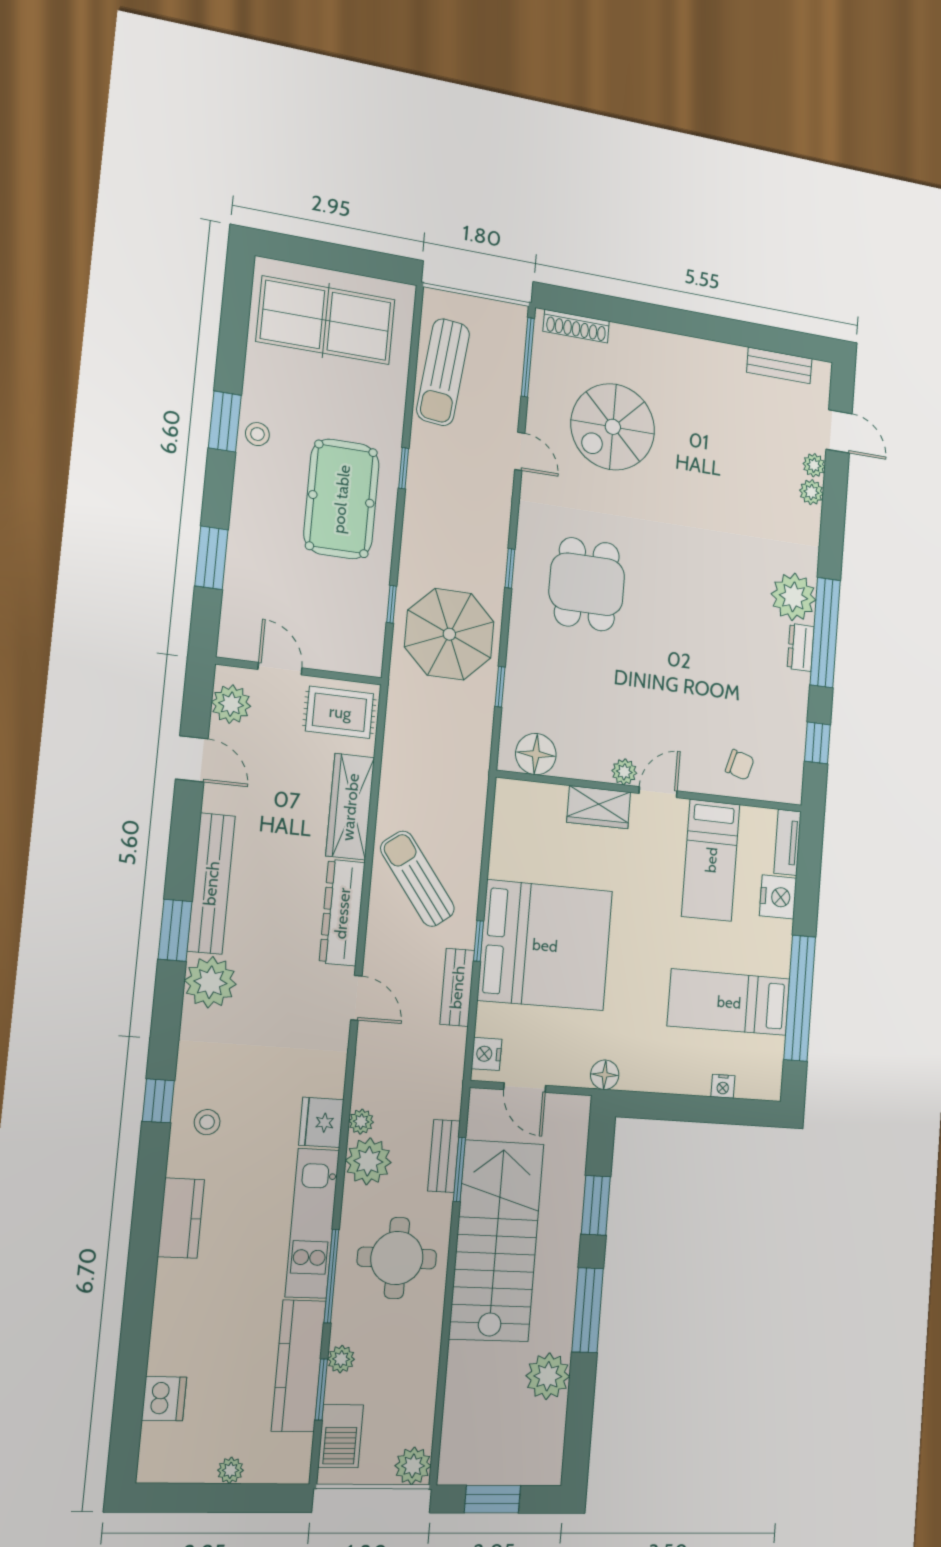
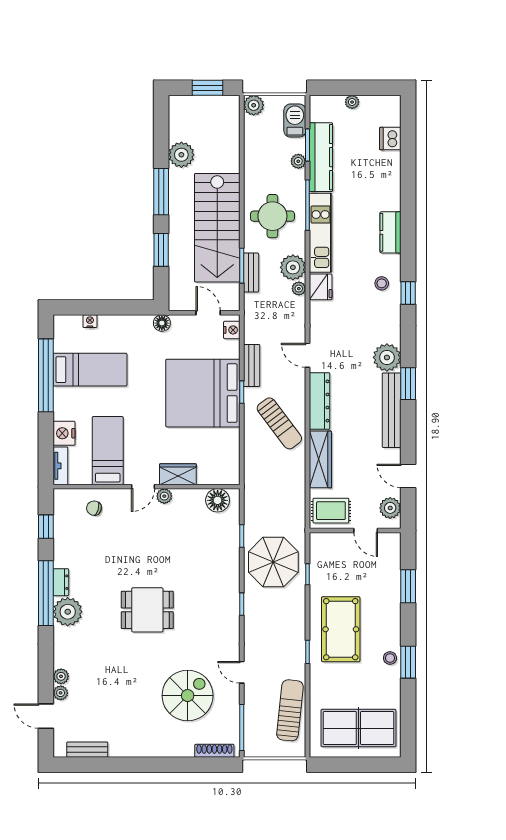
dining table: (587, 584) -> (147, 610), moved, turned 90

